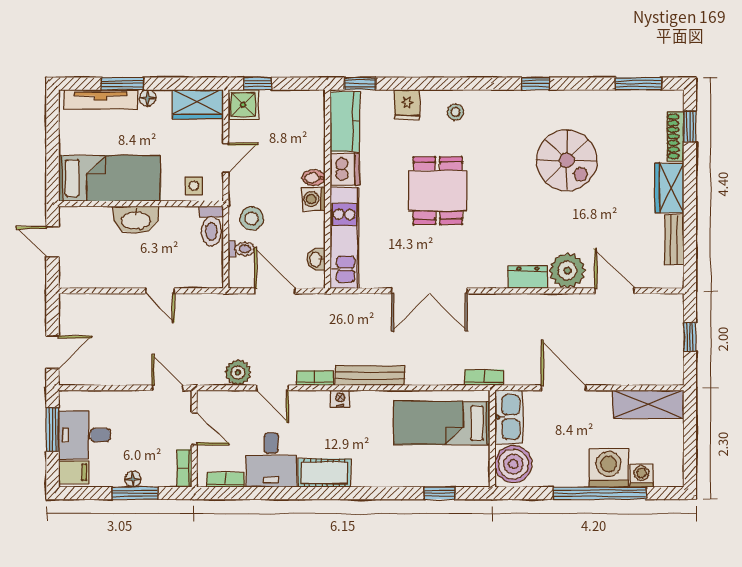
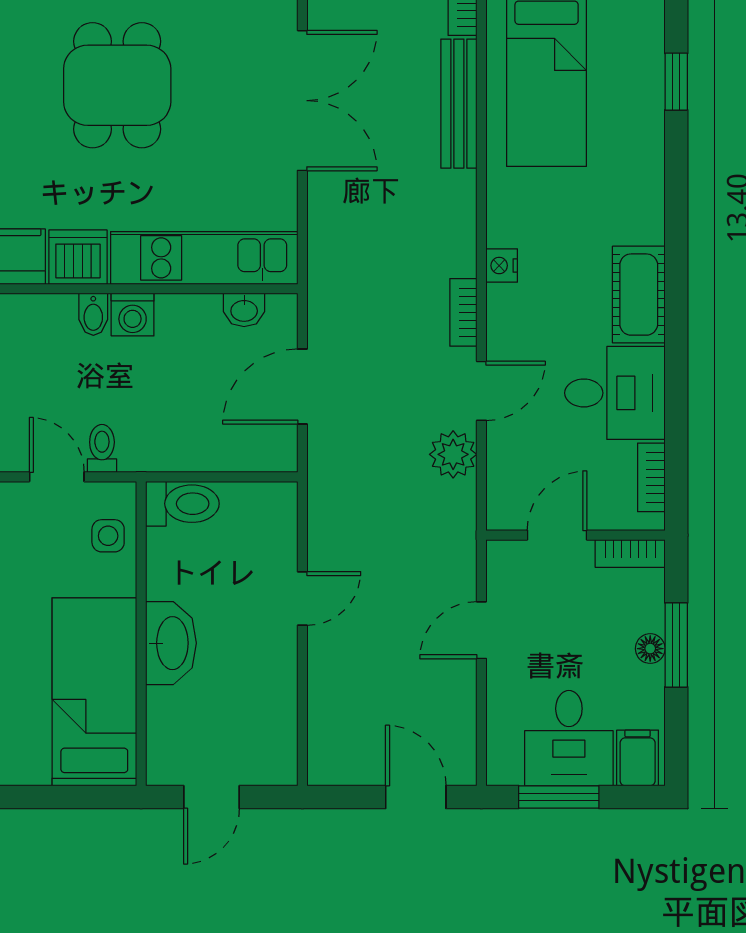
dining table: (438, 191) -> (117, 85), turned 90
stool: (252, 219) -> (169, 429), removed
toilet: (241, 249) -> (102, 448), moved
bench: (370, 376) -> (459, 104), moved
door: (167, 388) -> (481, 630), moved

